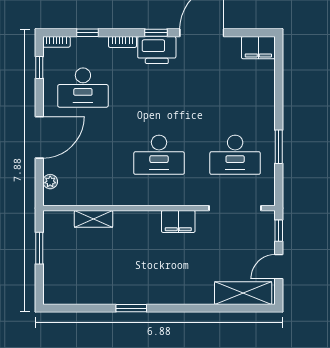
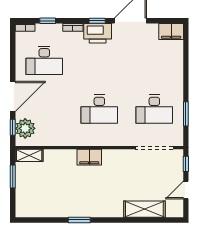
window: (39, 67) -> (13, 127), moved
window: (279, 147) -> (186, 114), moved
plant: (50, 182) -> (25, 128), width x1.87, depth x1.87
shelving: (94, 219) -> (29, 155), moved
filing cabinet: (178, 221) -> (89, 157), moved
shelving: (243, 293) -> (144, 209), moved

